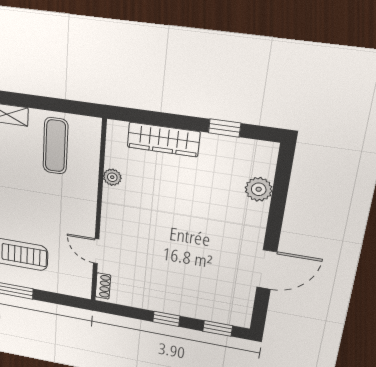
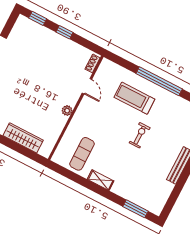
plant: (112, 177) -> (67, 111), moved

